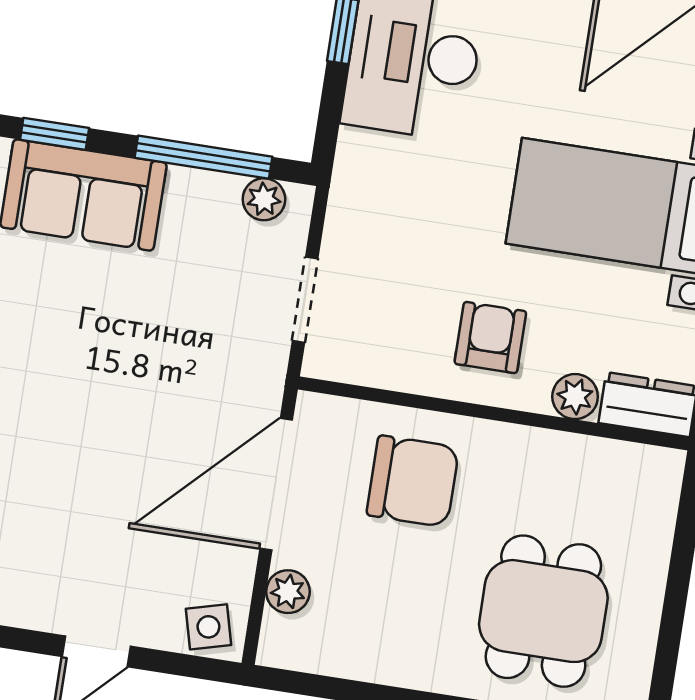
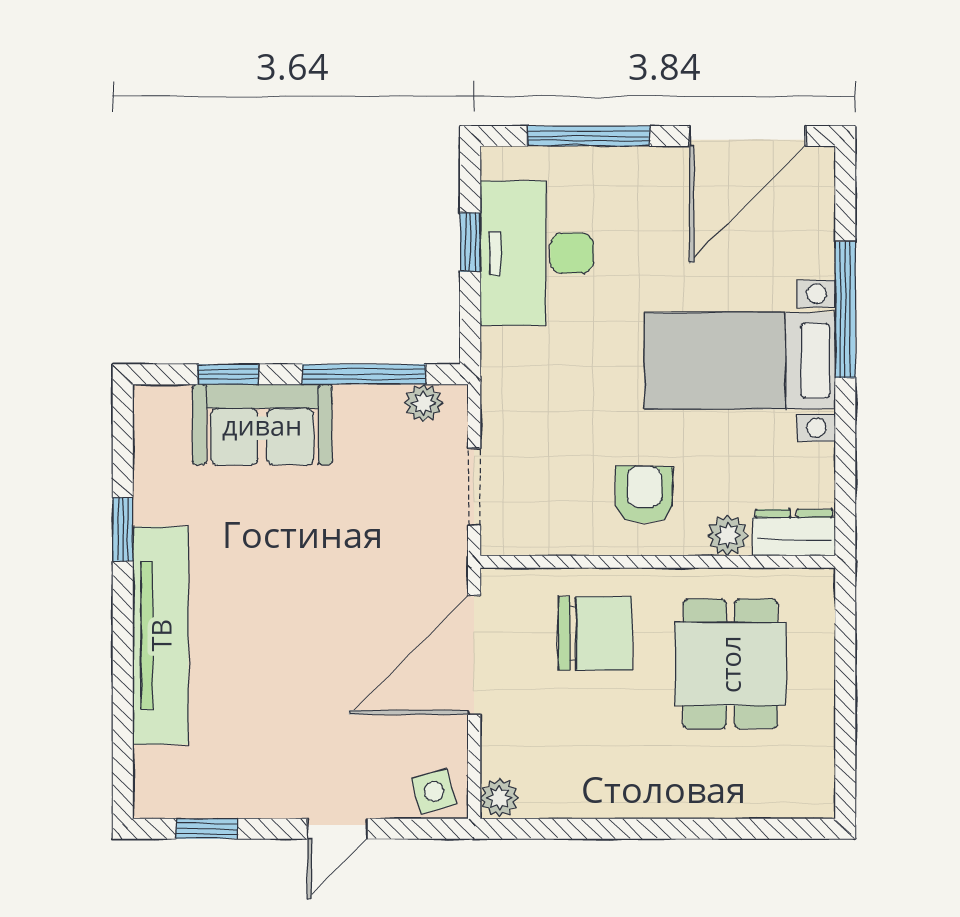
plant: (288, 592) -> (500, 798), moved
dining table: (543, 611) -> (730, 664), moved

